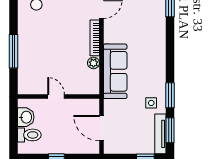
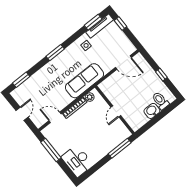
window: (170, 95) -> (55, 53), moved
door: (56, 97) -> (116, 111), moved
wall: (59, 97) -> (115, 110), moved
door: (101, 128) -> (123, 62), hinge flipped

